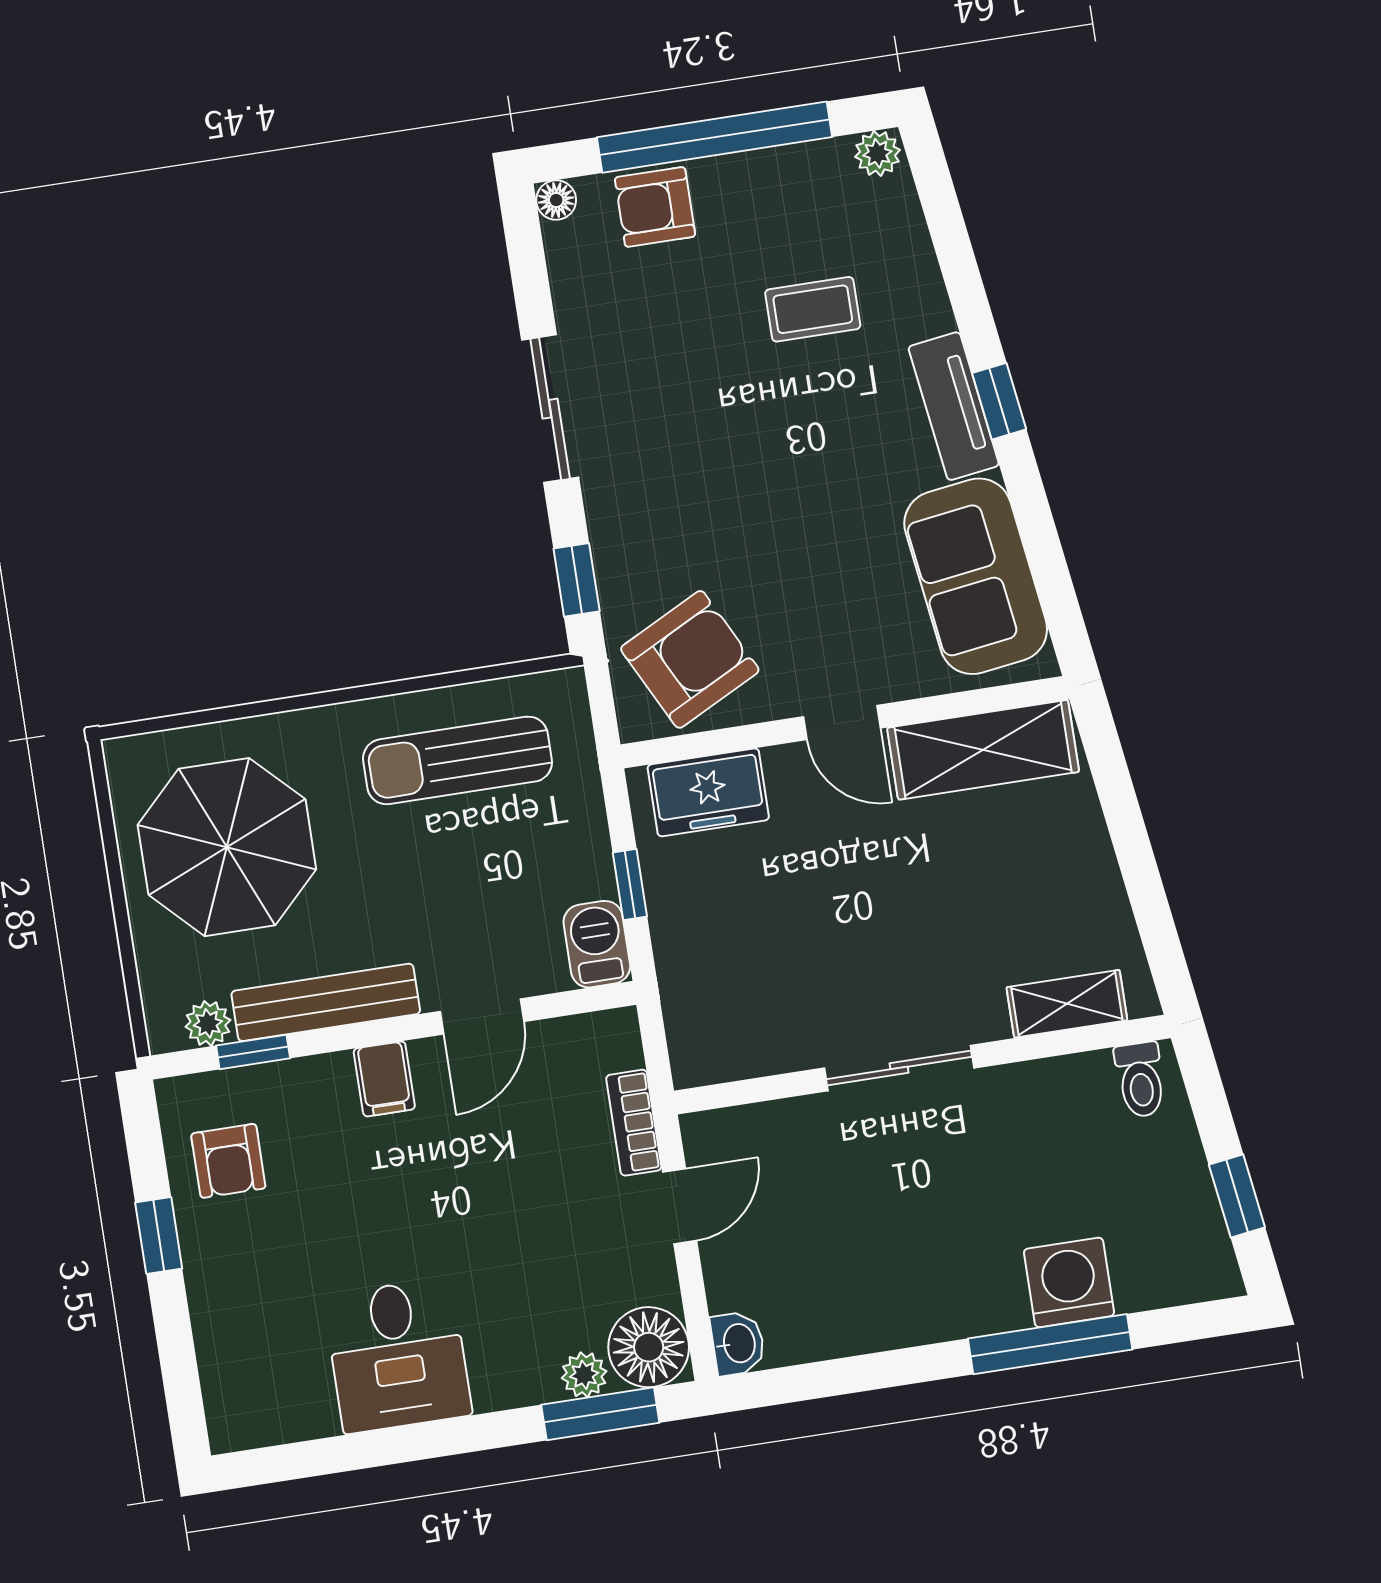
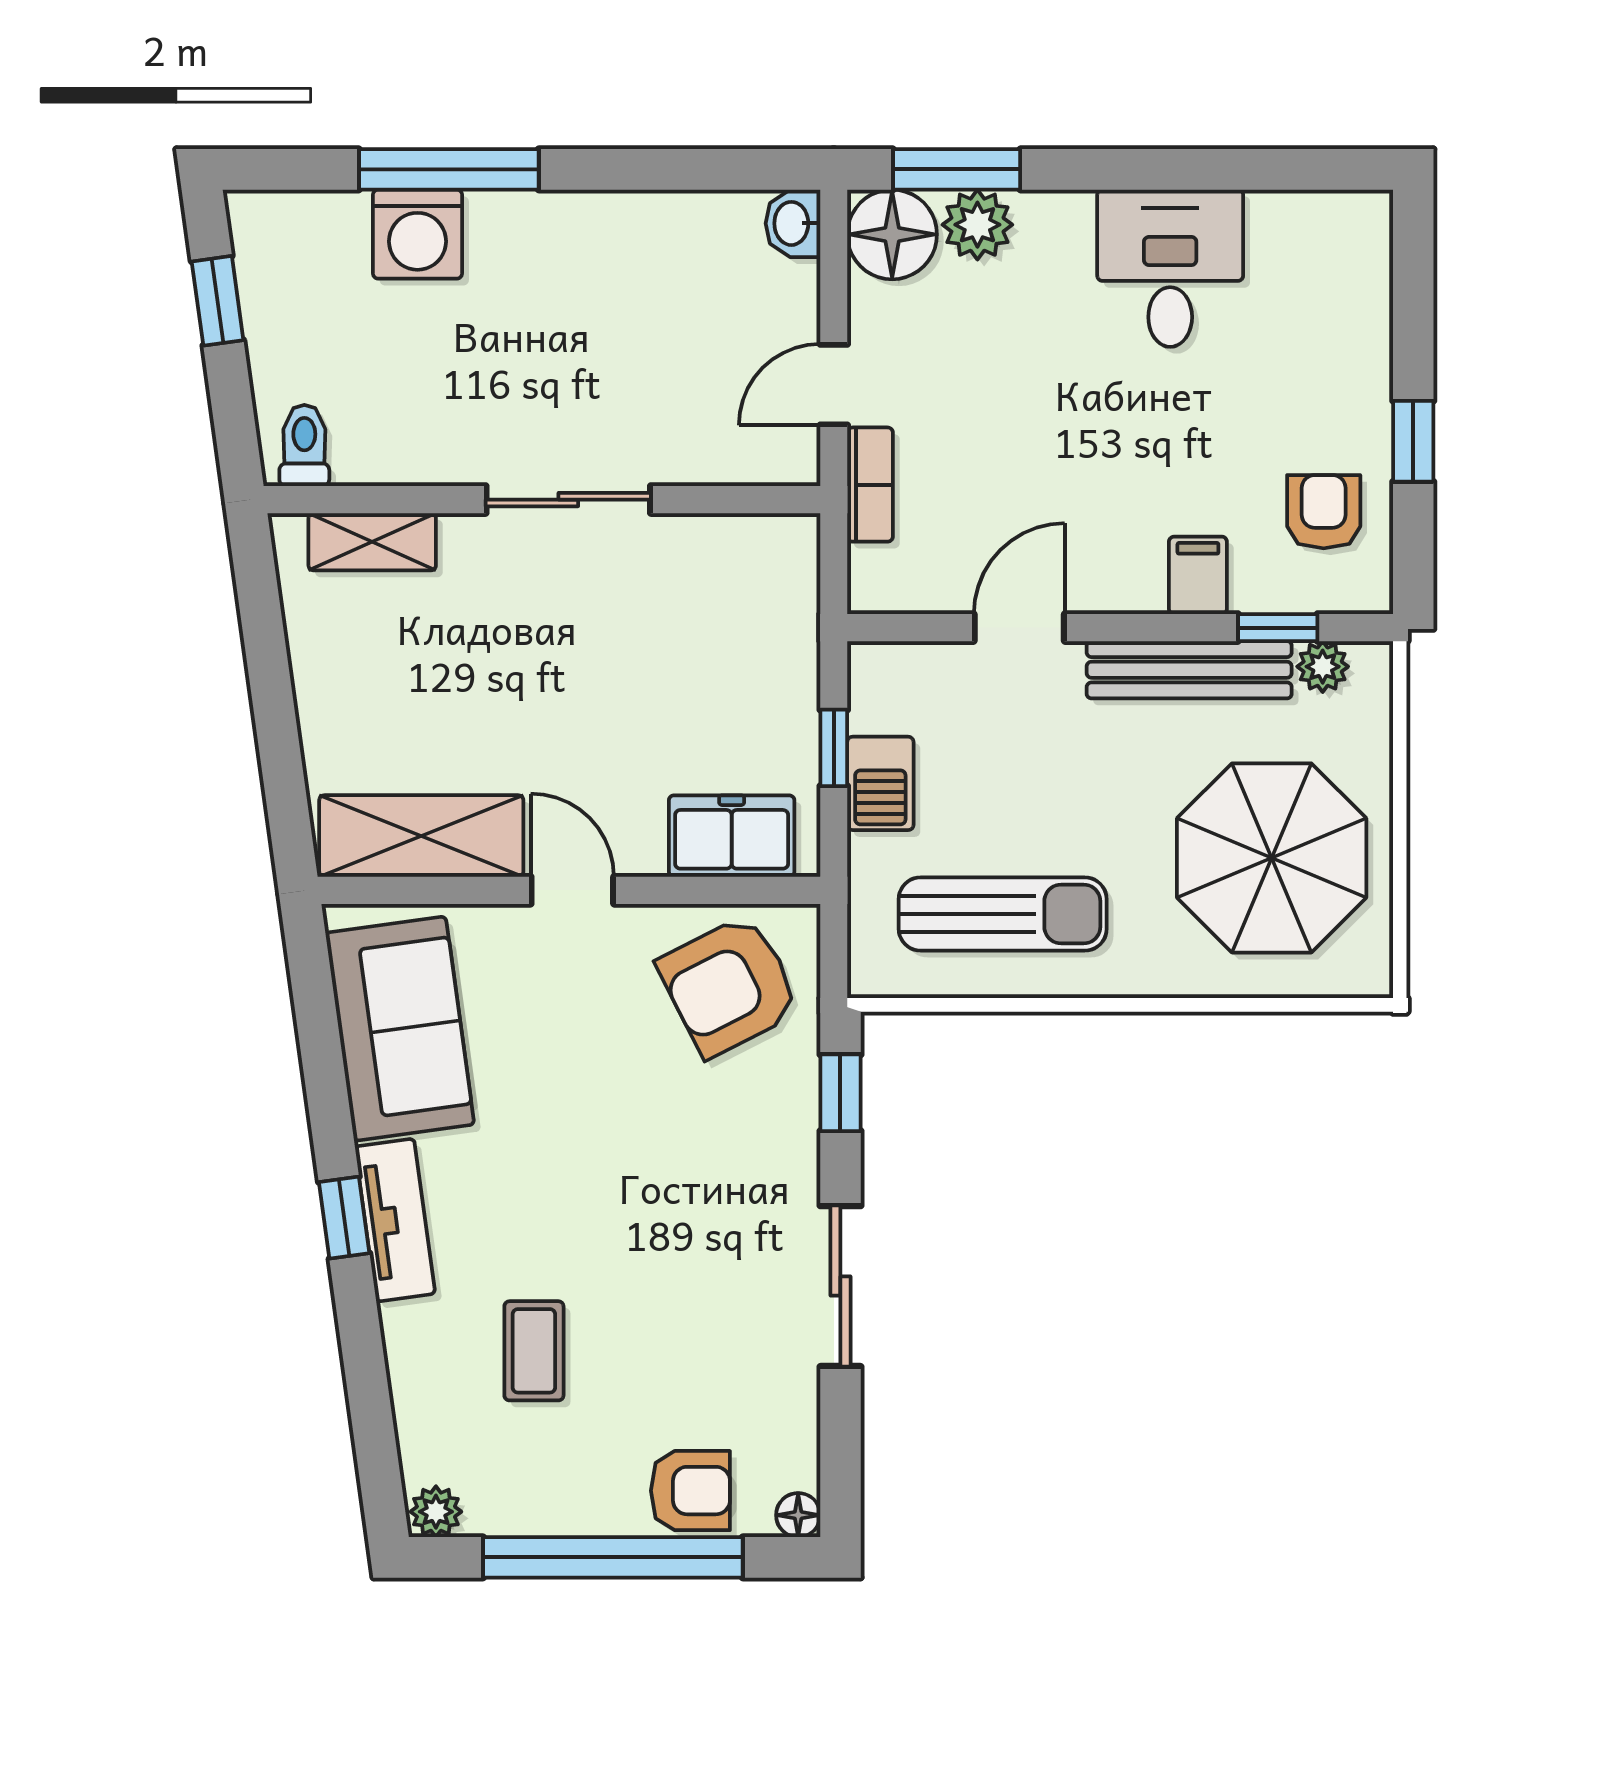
coffee table: (813, 309) -> (534, 1351), turned 90
barbecue: (597, 944) -> (880, 783), moved
filing cabinet: (384, 1079) -> (1198, 575), moved
plant: (584, 1375) -> (977, 225), width x1.38, depth x1.38

